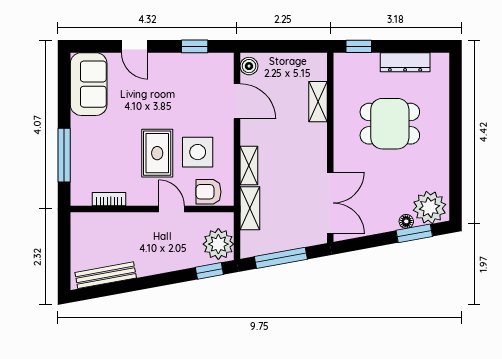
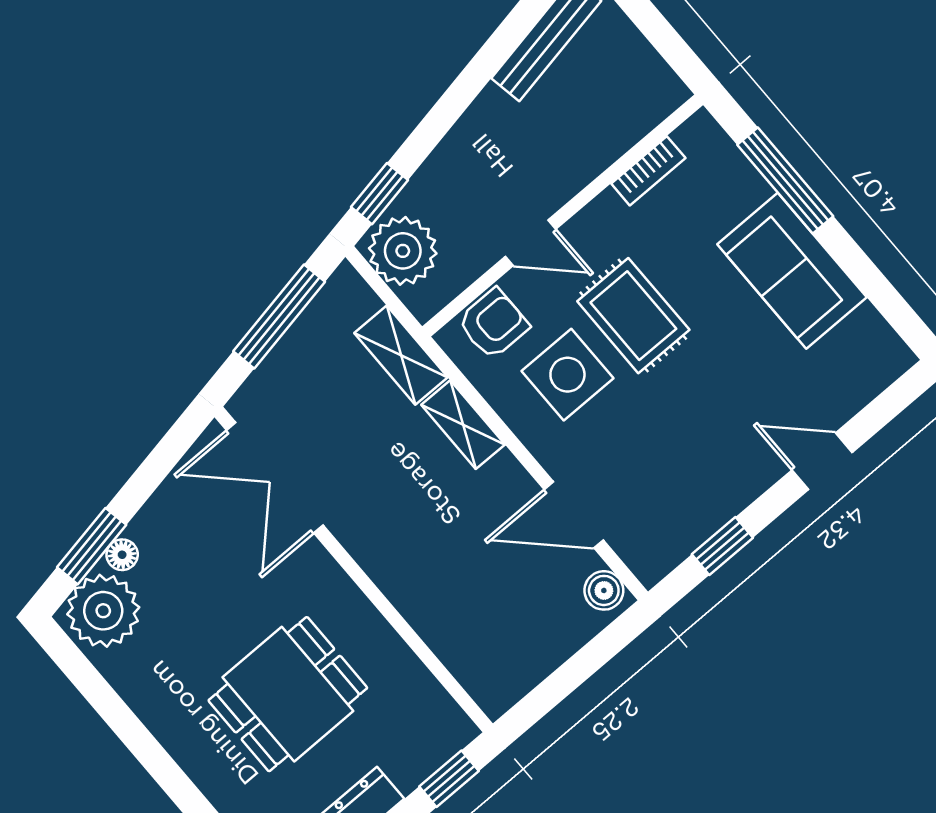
sofa: (89, 84) -> (792, 271), moved
shelving: (318, 102) -> (439, 629), removed

